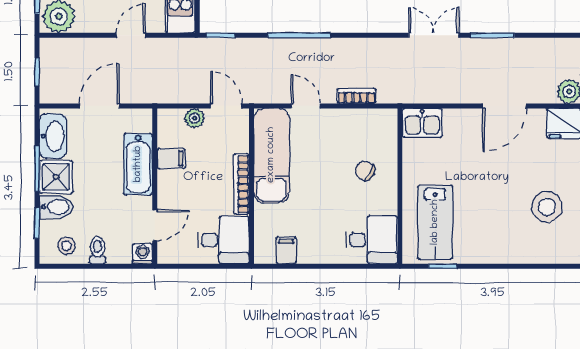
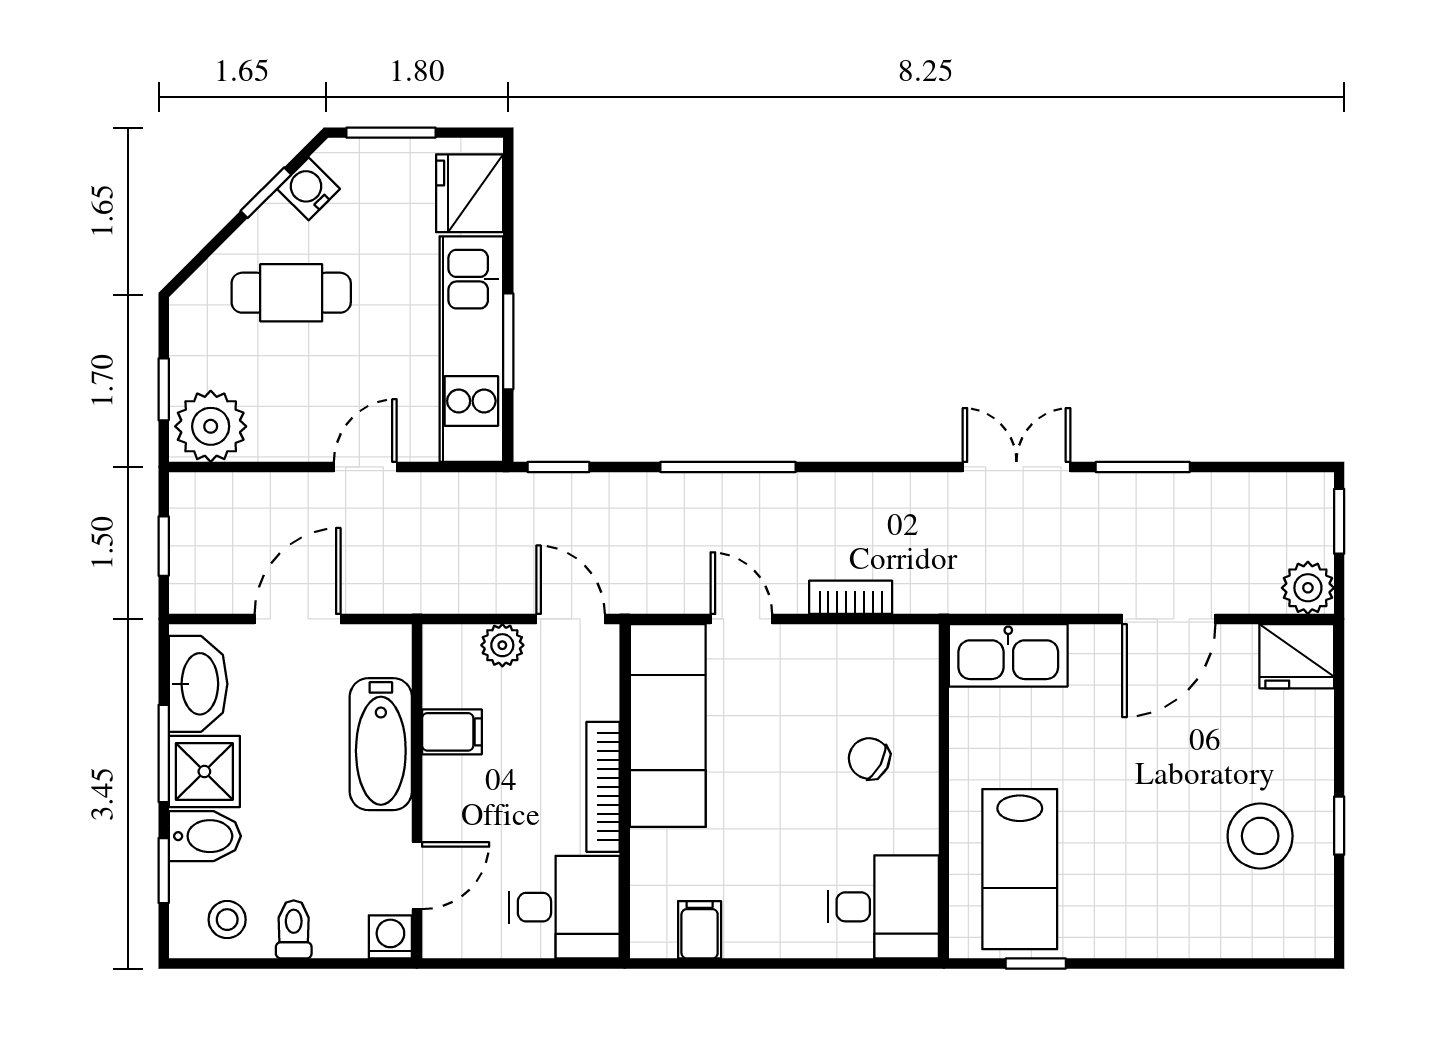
kitchen sink: (422, 123) -> (1008, 655), width x1.38

